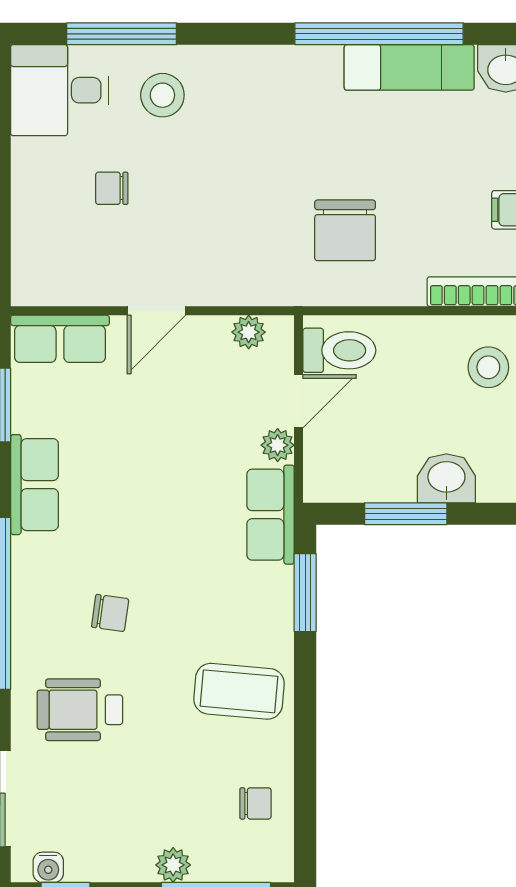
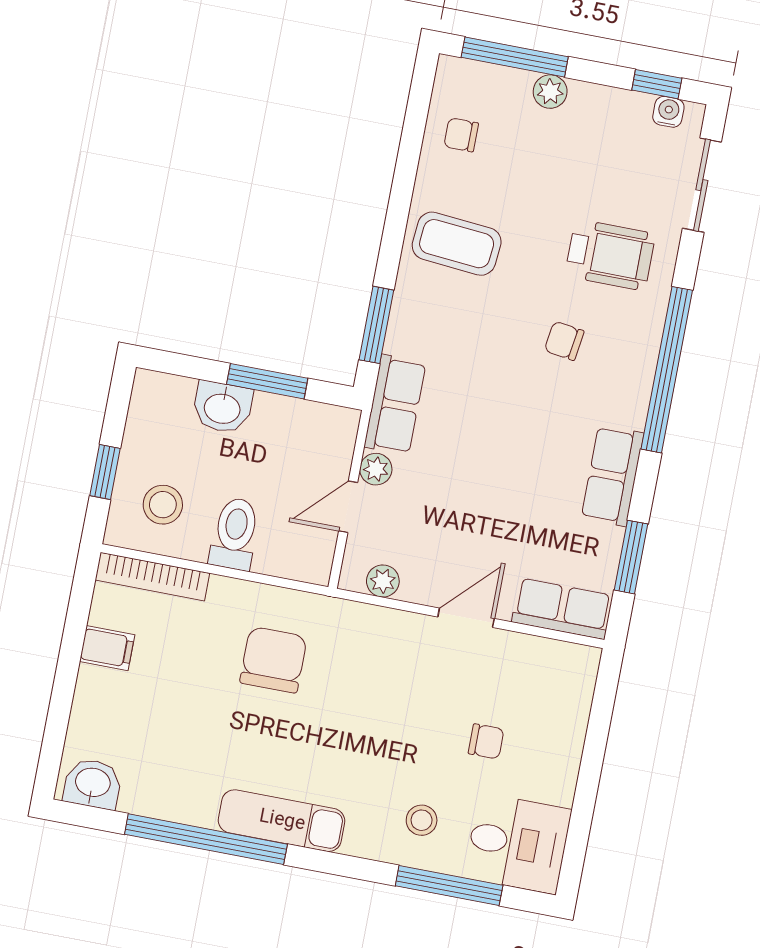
exam couch: (409, 67) -> (282, 821), moved
stool: (162, 95) -> (422, 820), width x0.73, depth x0.73
toilet: (339, 350) -> (235, 534), moved, turned 90

